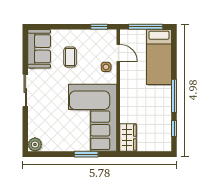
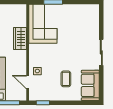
corner sofa: (93, 118) -> (43, 24), width x0.73, depth x0.74
wardrobe: (128, 138) -> (20, 39), moved
plant: (35, 144) -> (94, 10), removed

